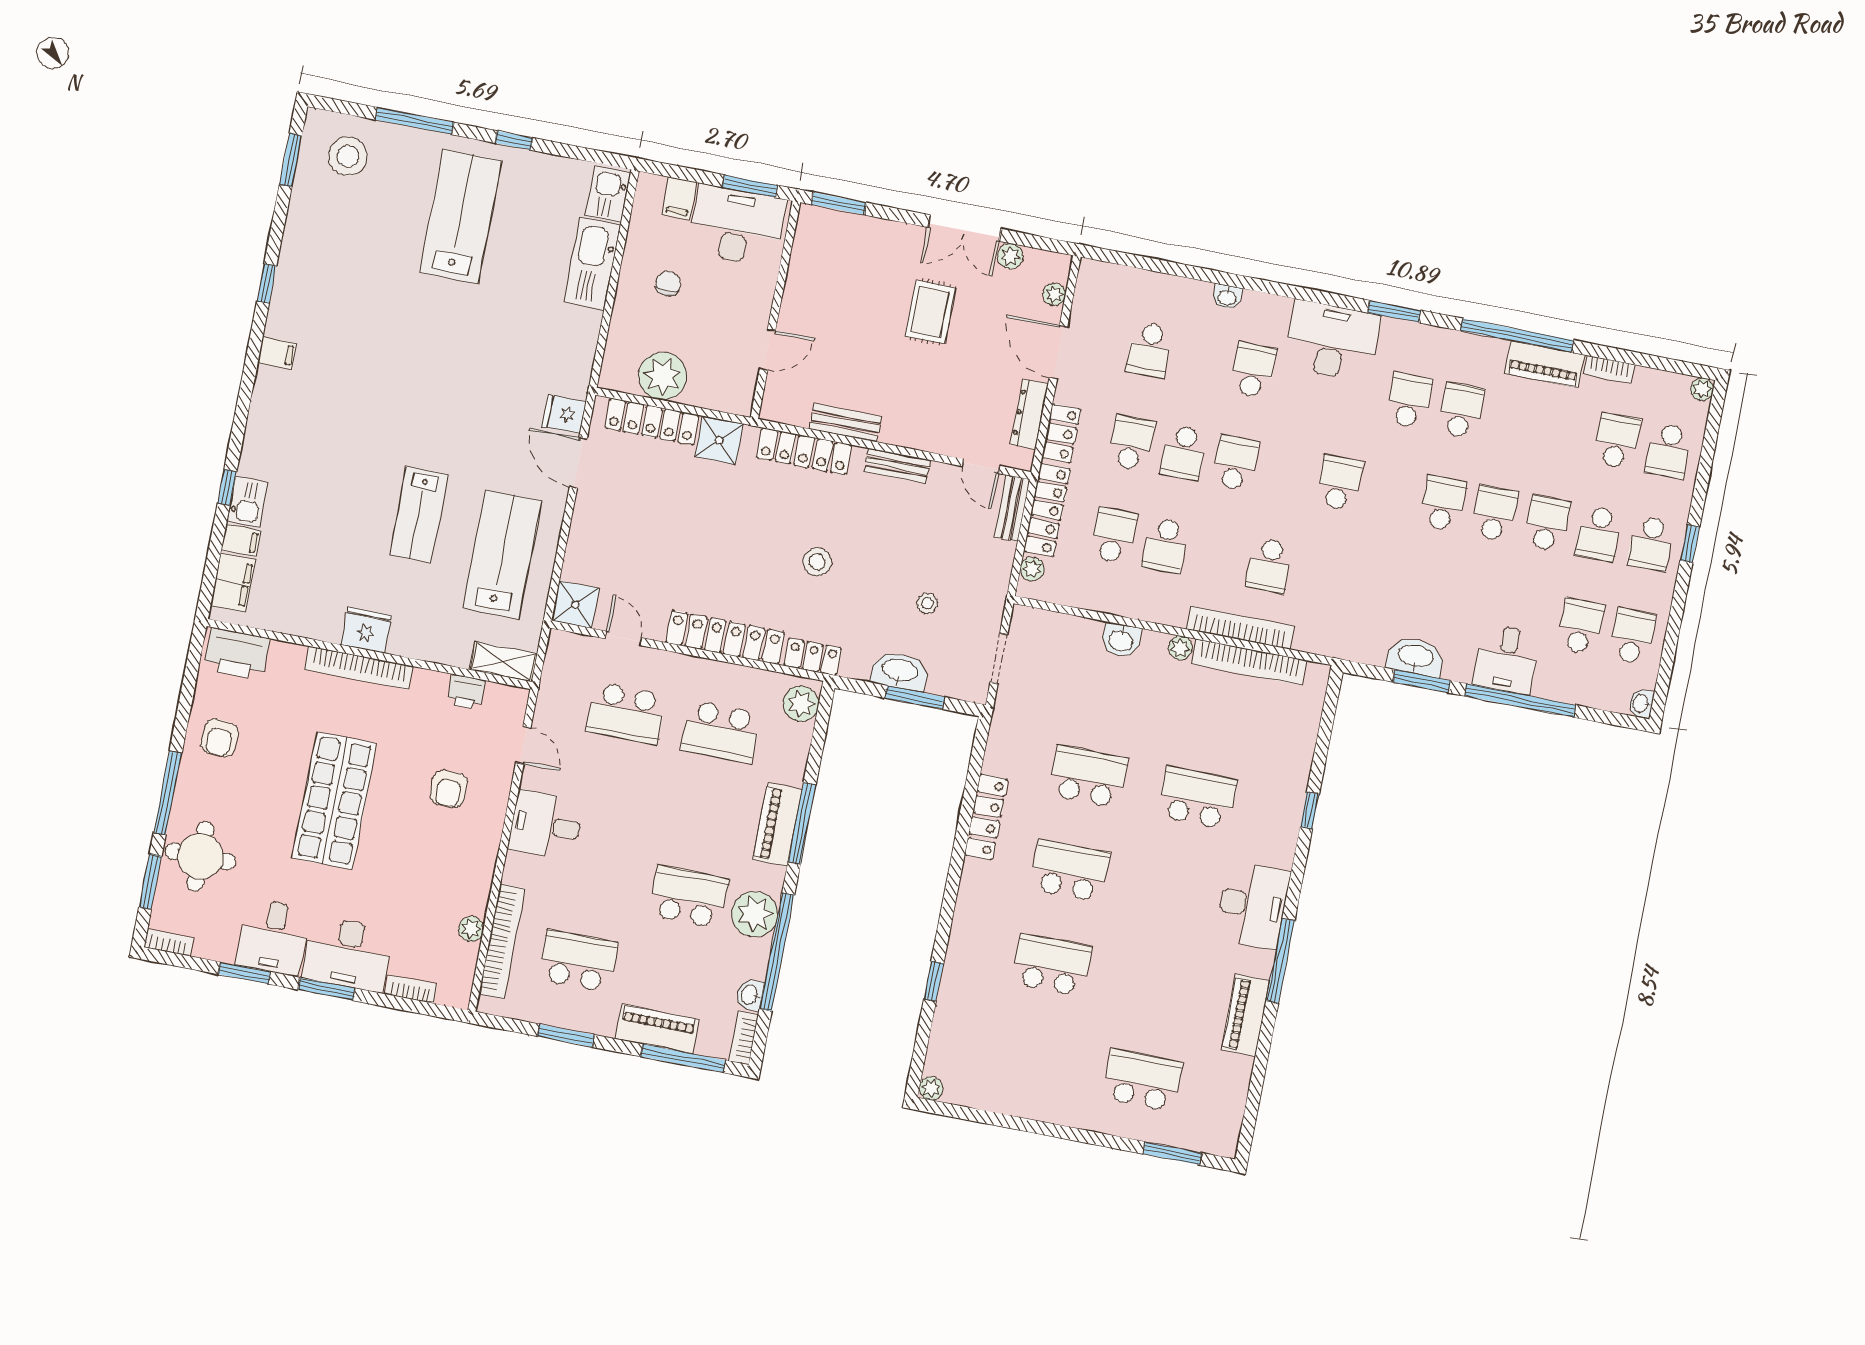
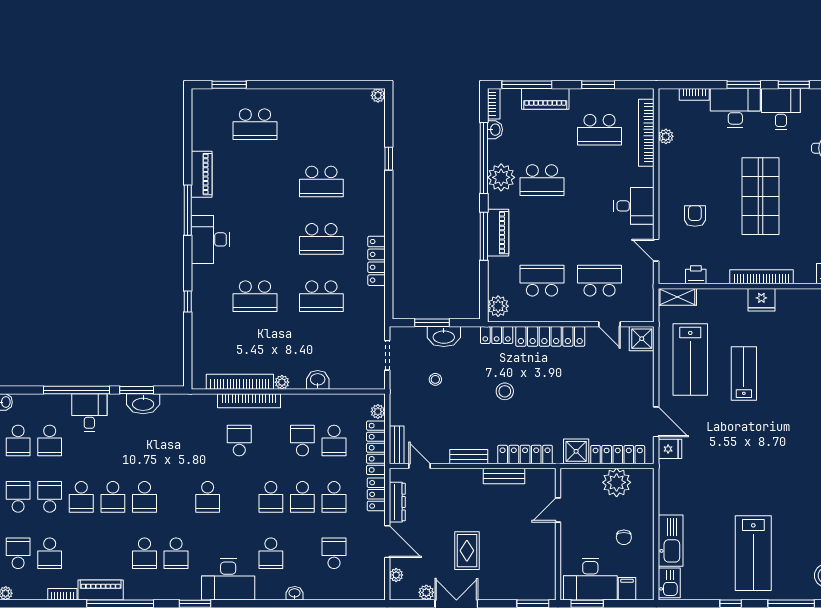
school desk: (1183, 453) -> (302, 497), turned 180

